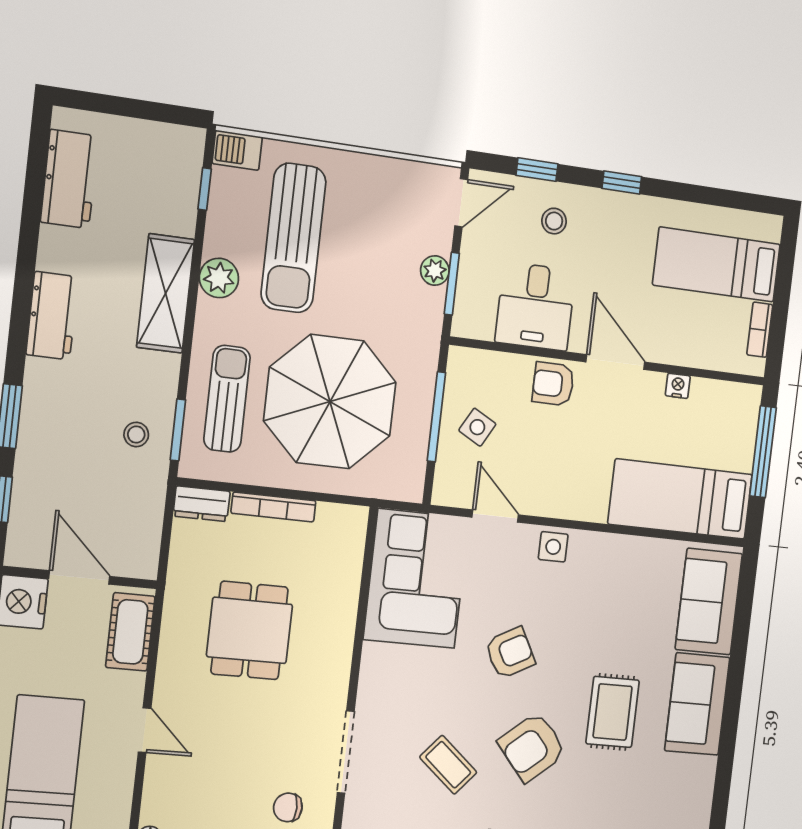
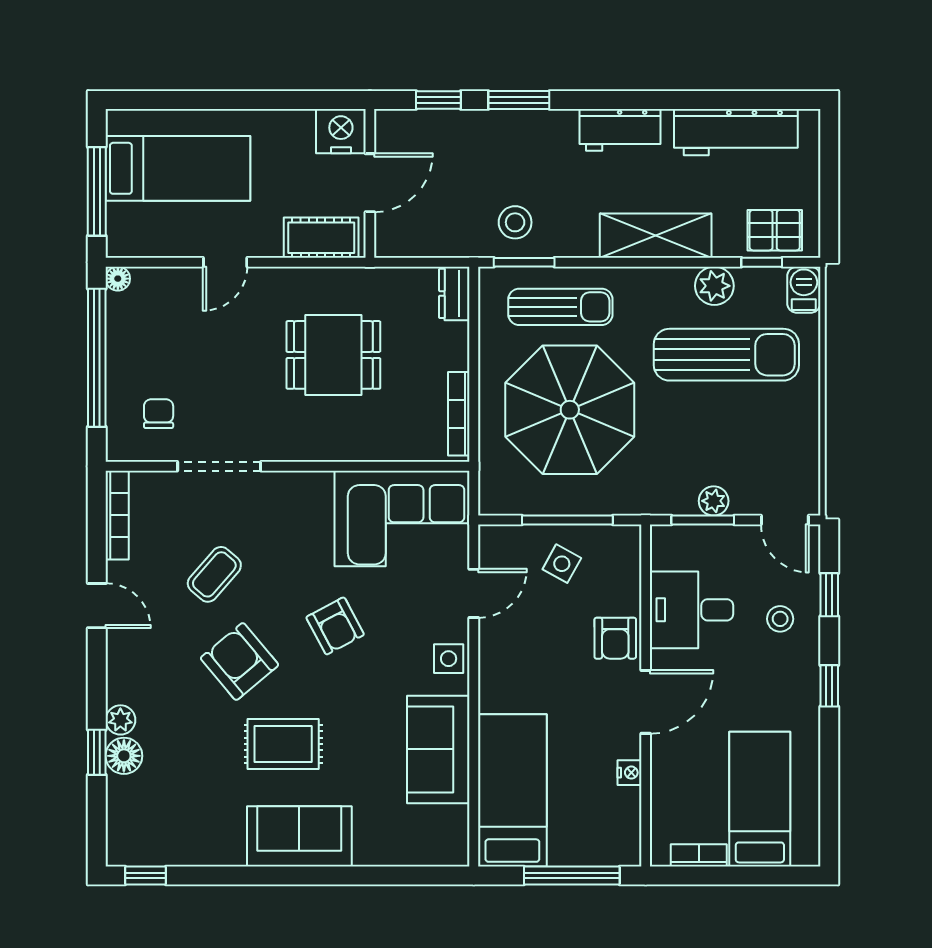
pallet: (173, 171) -> (775, 230), added
workbench: (69, 179) -> (736, 132), width x1.38
sun lounger: (293, 238) -> (726, 355), turned 180
plant: (219, 278) -> (714, 286), moved
armchair: (553, 384) -> (615, 638), turned 180
stool: (136, 435) -> (515, 222), width x1.37, depth x1.37
bookcase: (274, 507) -> (459, 414), moved
sofa: (709, 602) -> (438, 749), moved, turned -90

